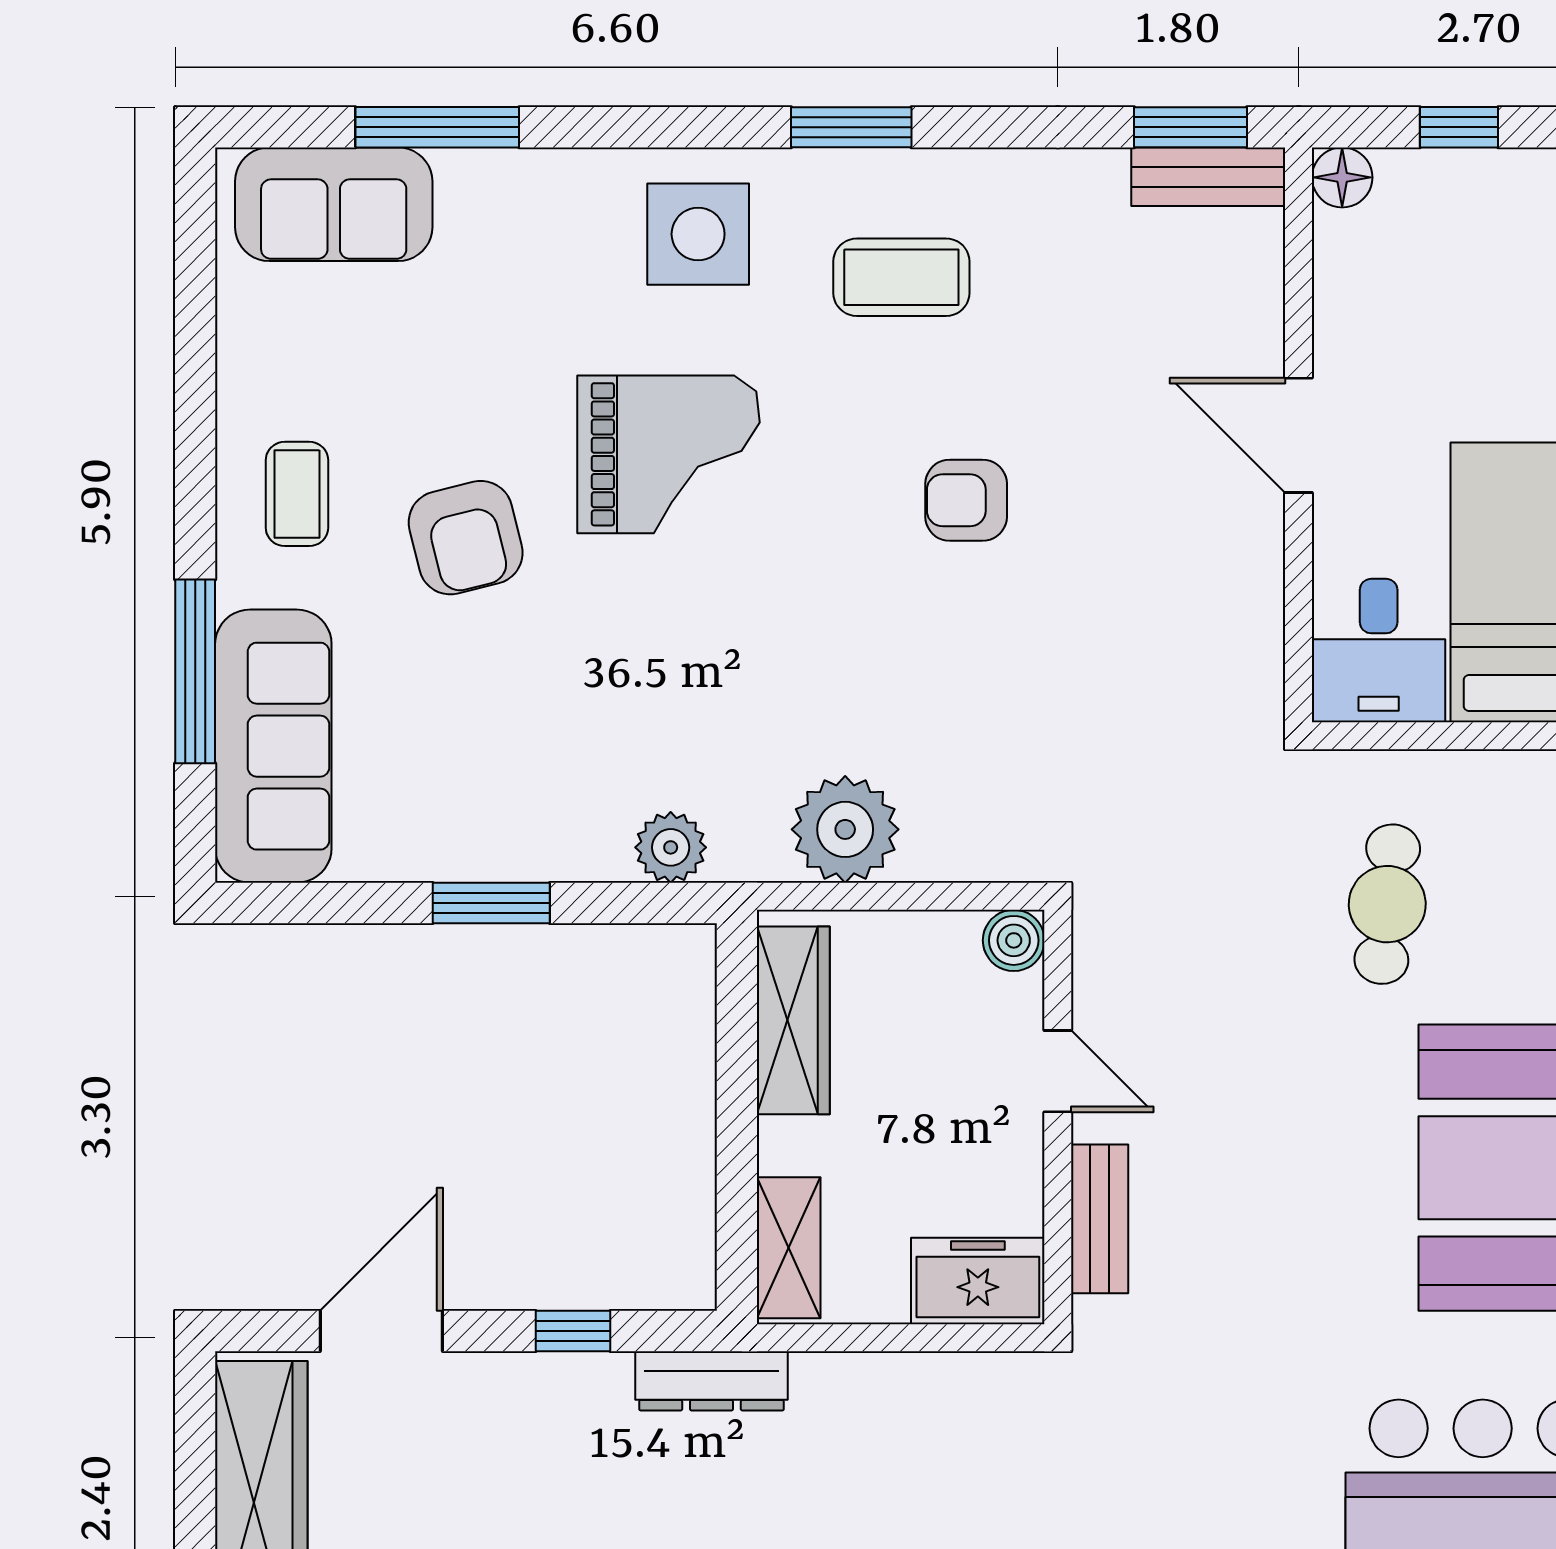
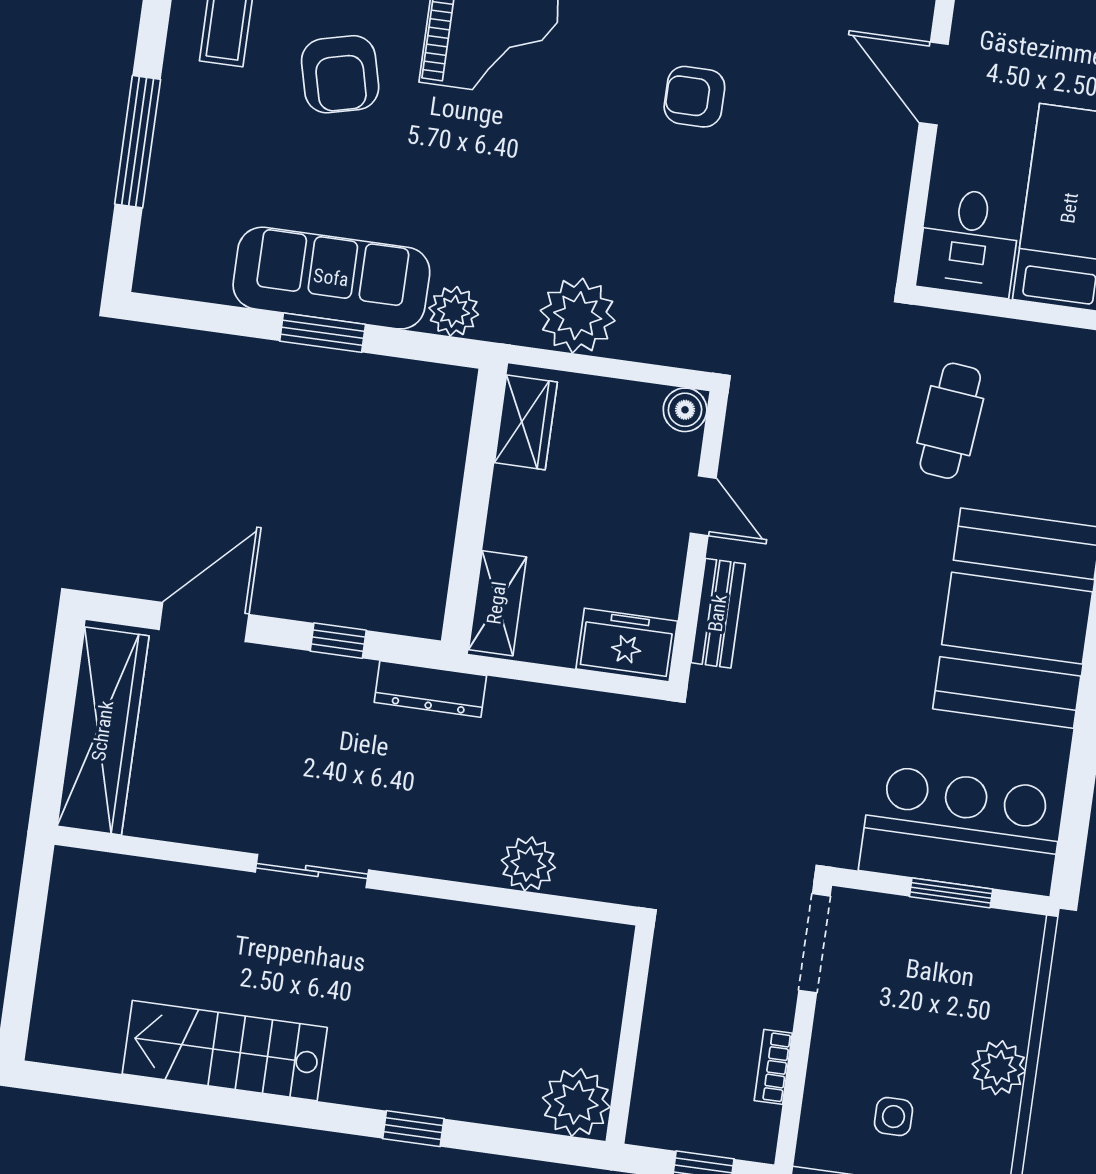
sofa: (273, 746) -> (331, 278), moved, turned -90
wardrobe: (793, 1020) -> (526, 422), width x0.67

